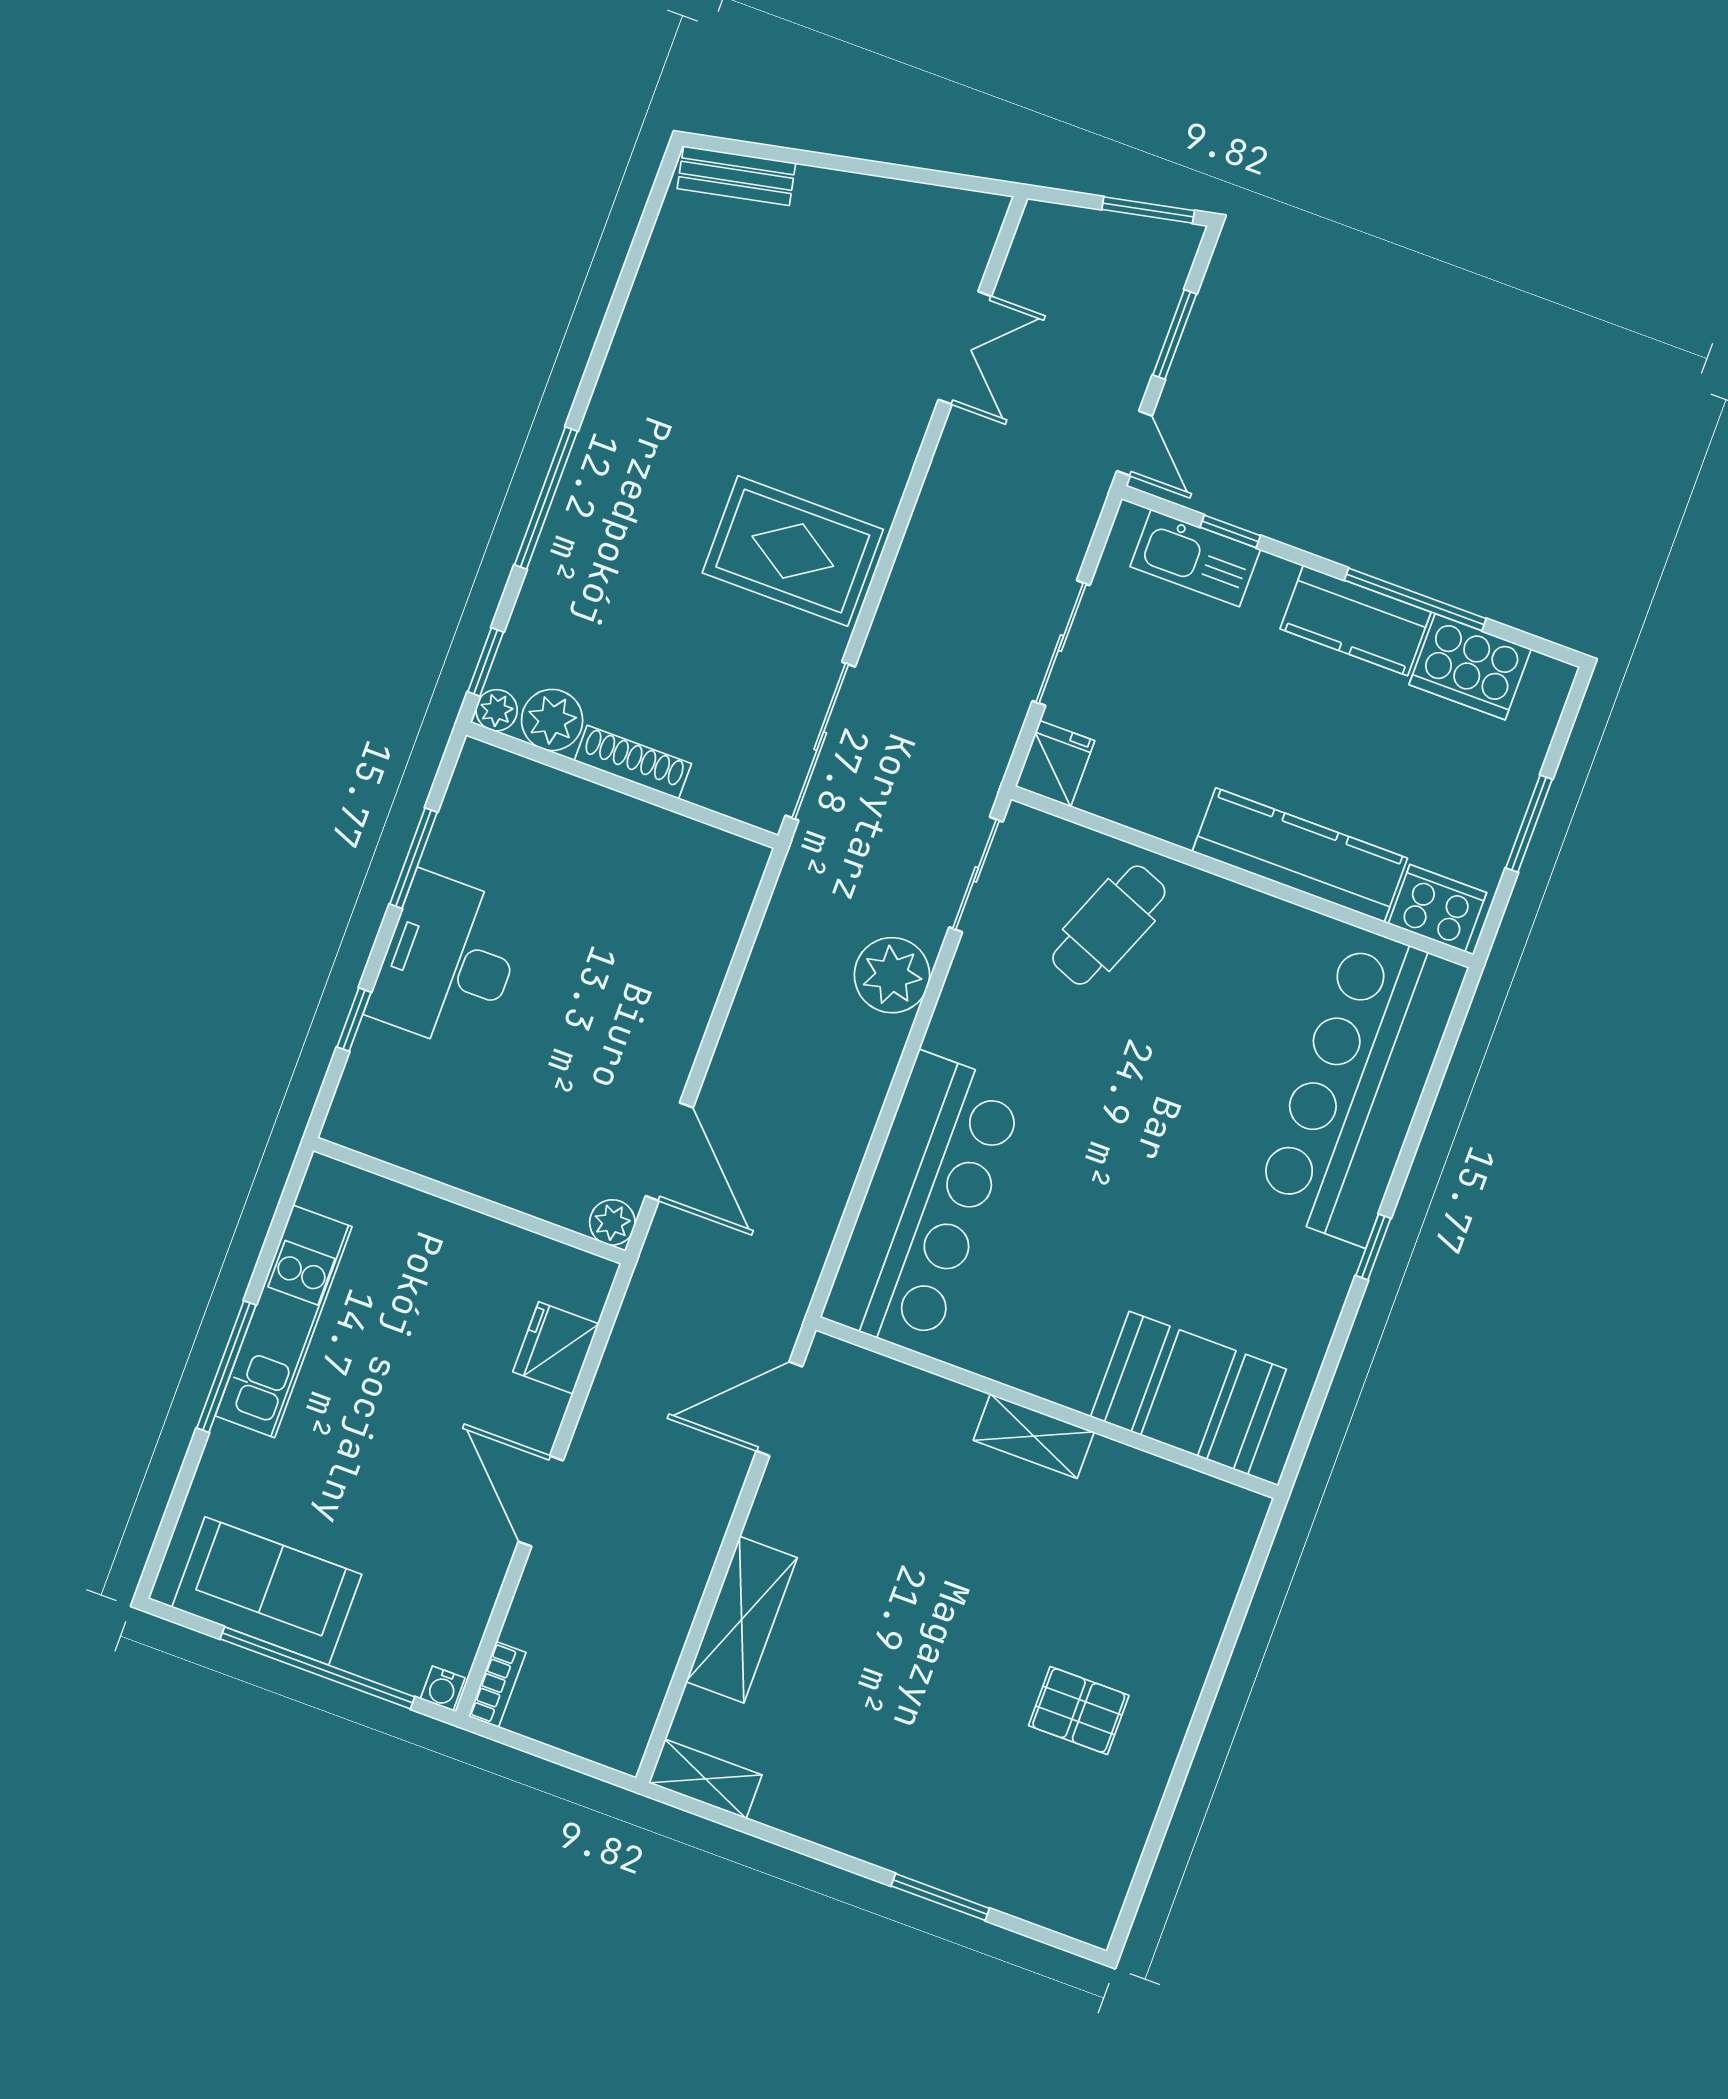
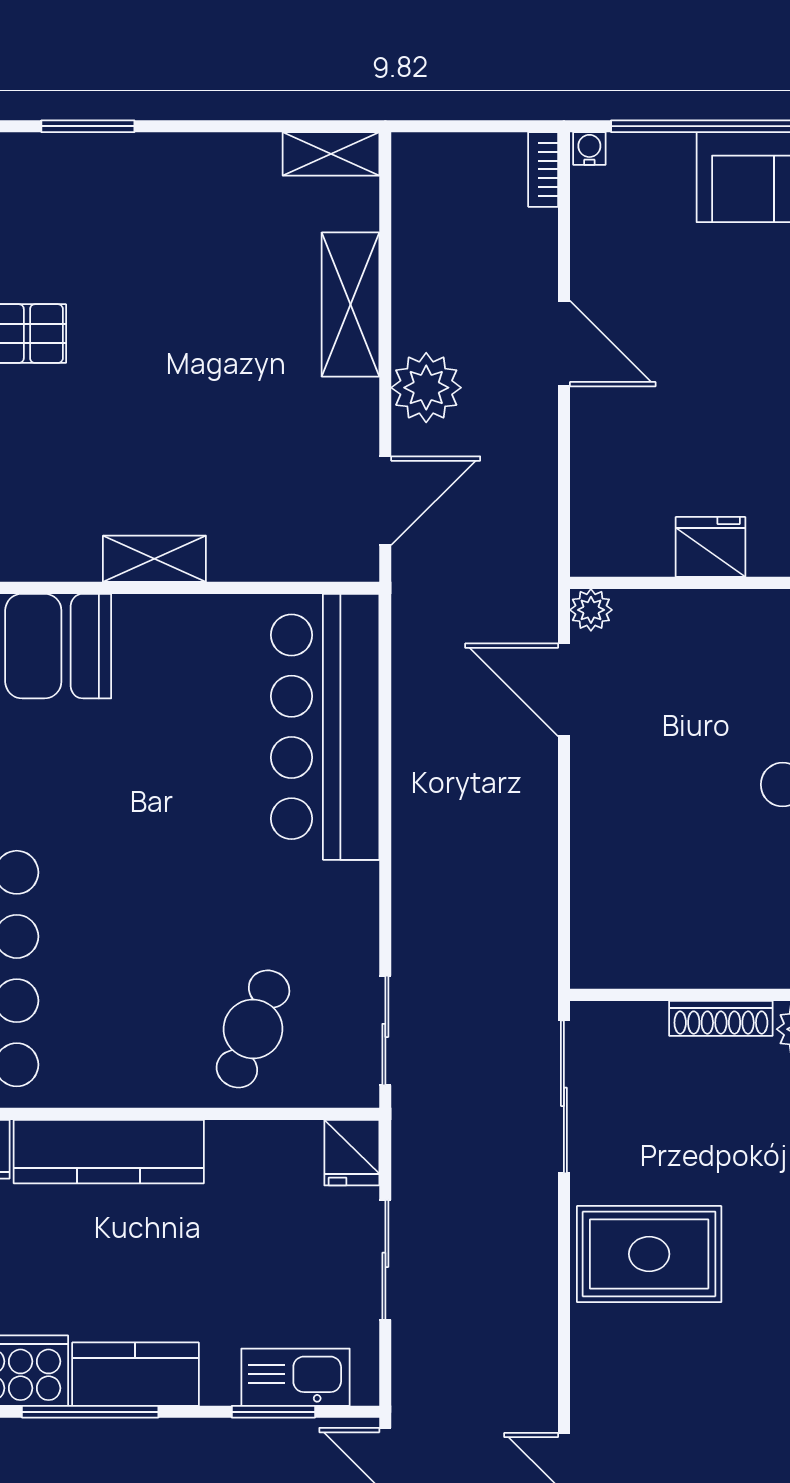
window: (1230, 531) -> (273, 1412), width x1.50
plant: (892, 975) -> (426, 388), moved
fridge: (556, 1348) -> (711, 547), moved, turned -90

